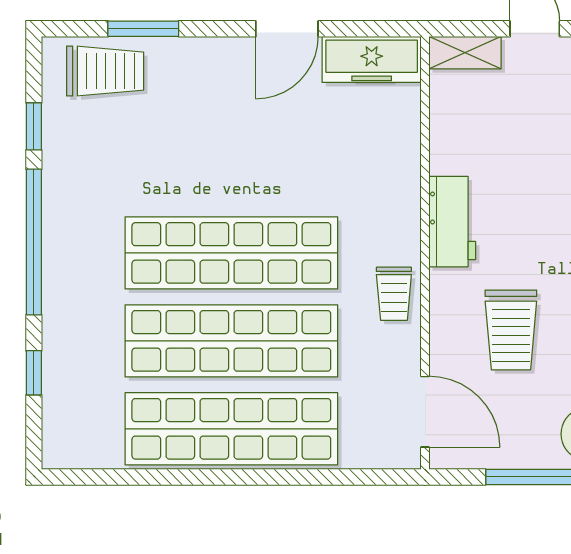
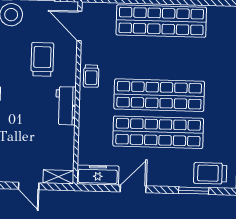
trolley: (394, 294) -> (91, 76), turned 180
shop shelf: (231, 341) -> (158, 132), moved

